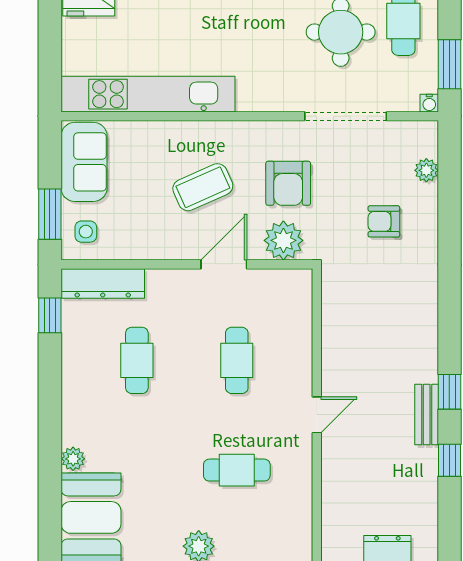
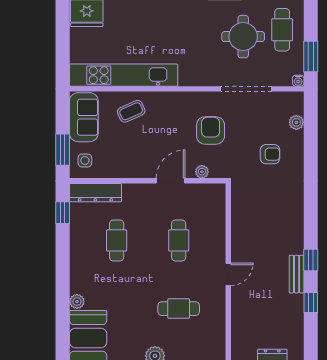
armchair: (288, 183) -> (211, 130), turned 180
coffee table: (203, 187) -> (131, 111), moved, width x0.73, depth x0.77
armchair: (384, 221) -> (270, 154), turned 180
plant: (283, 240) -> (202, 172), width x0.53, depth x0.53

